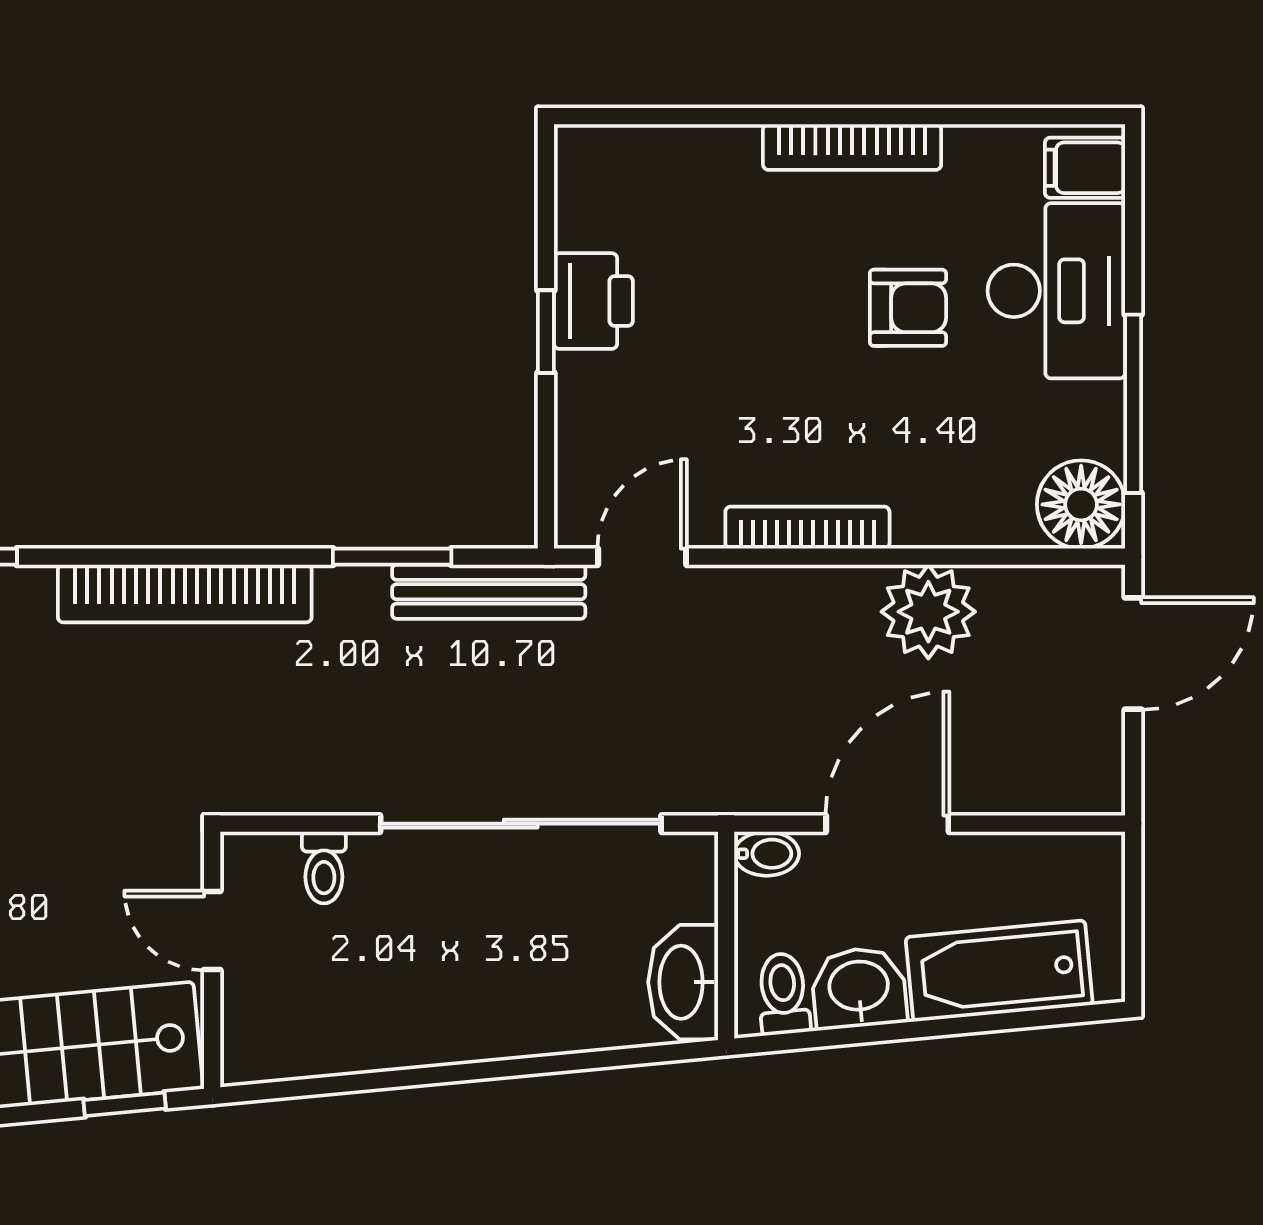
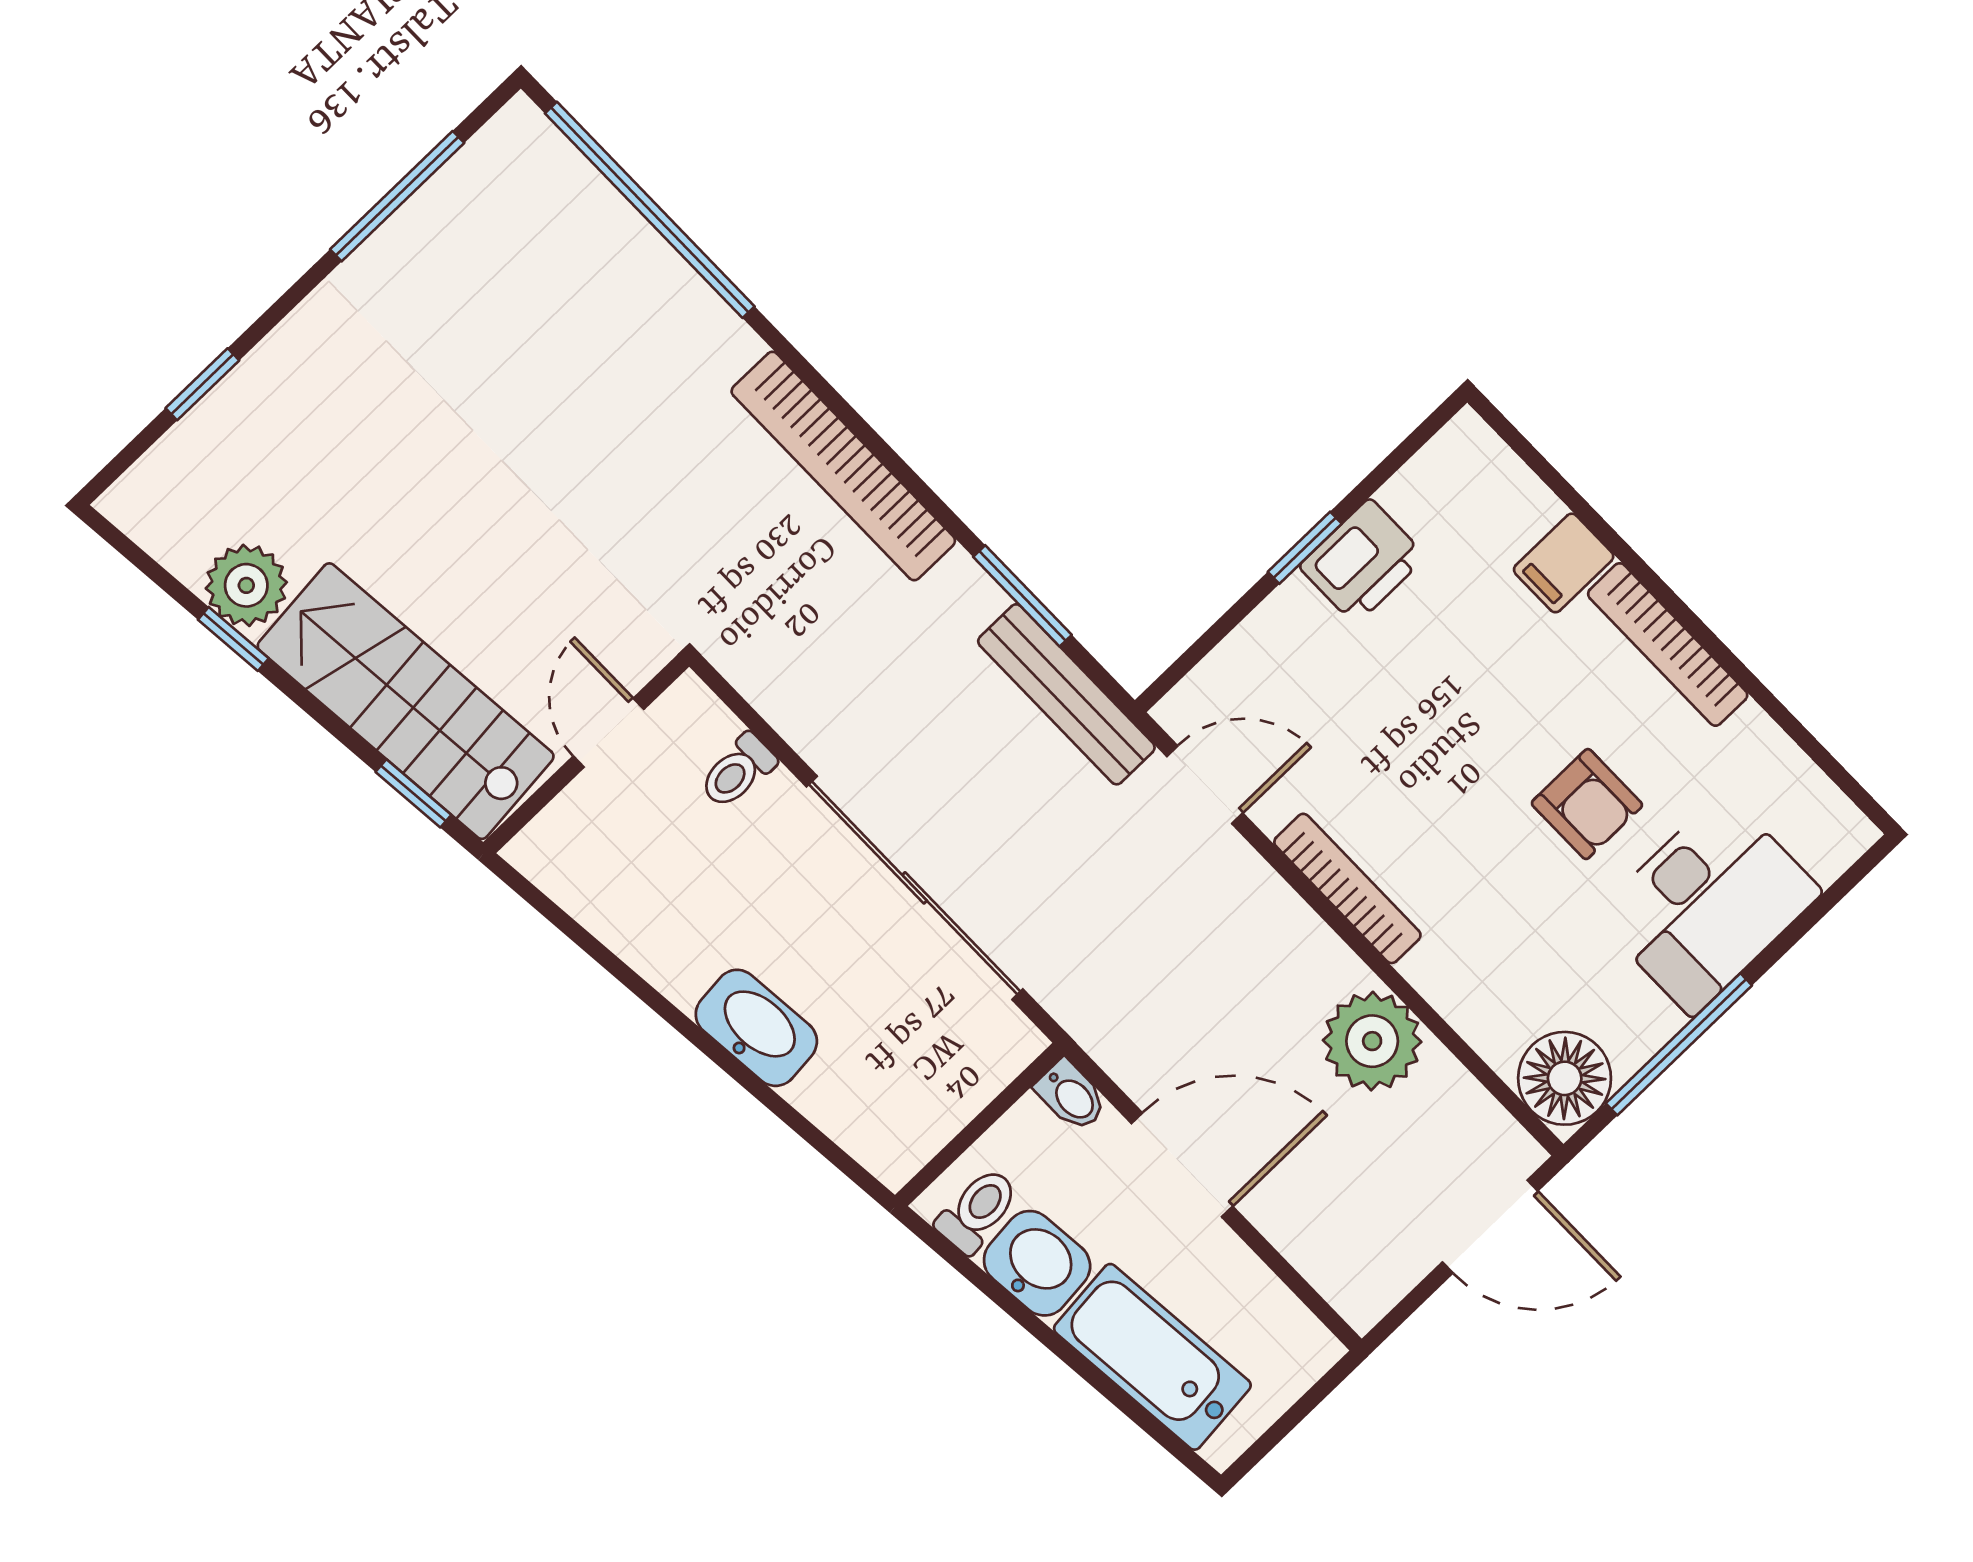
filing cabinet: (1085, 168) -> (1564, 563), moved, turned -90
washbasin: (683, 982) -> (756, 1028), moved, turned 85

